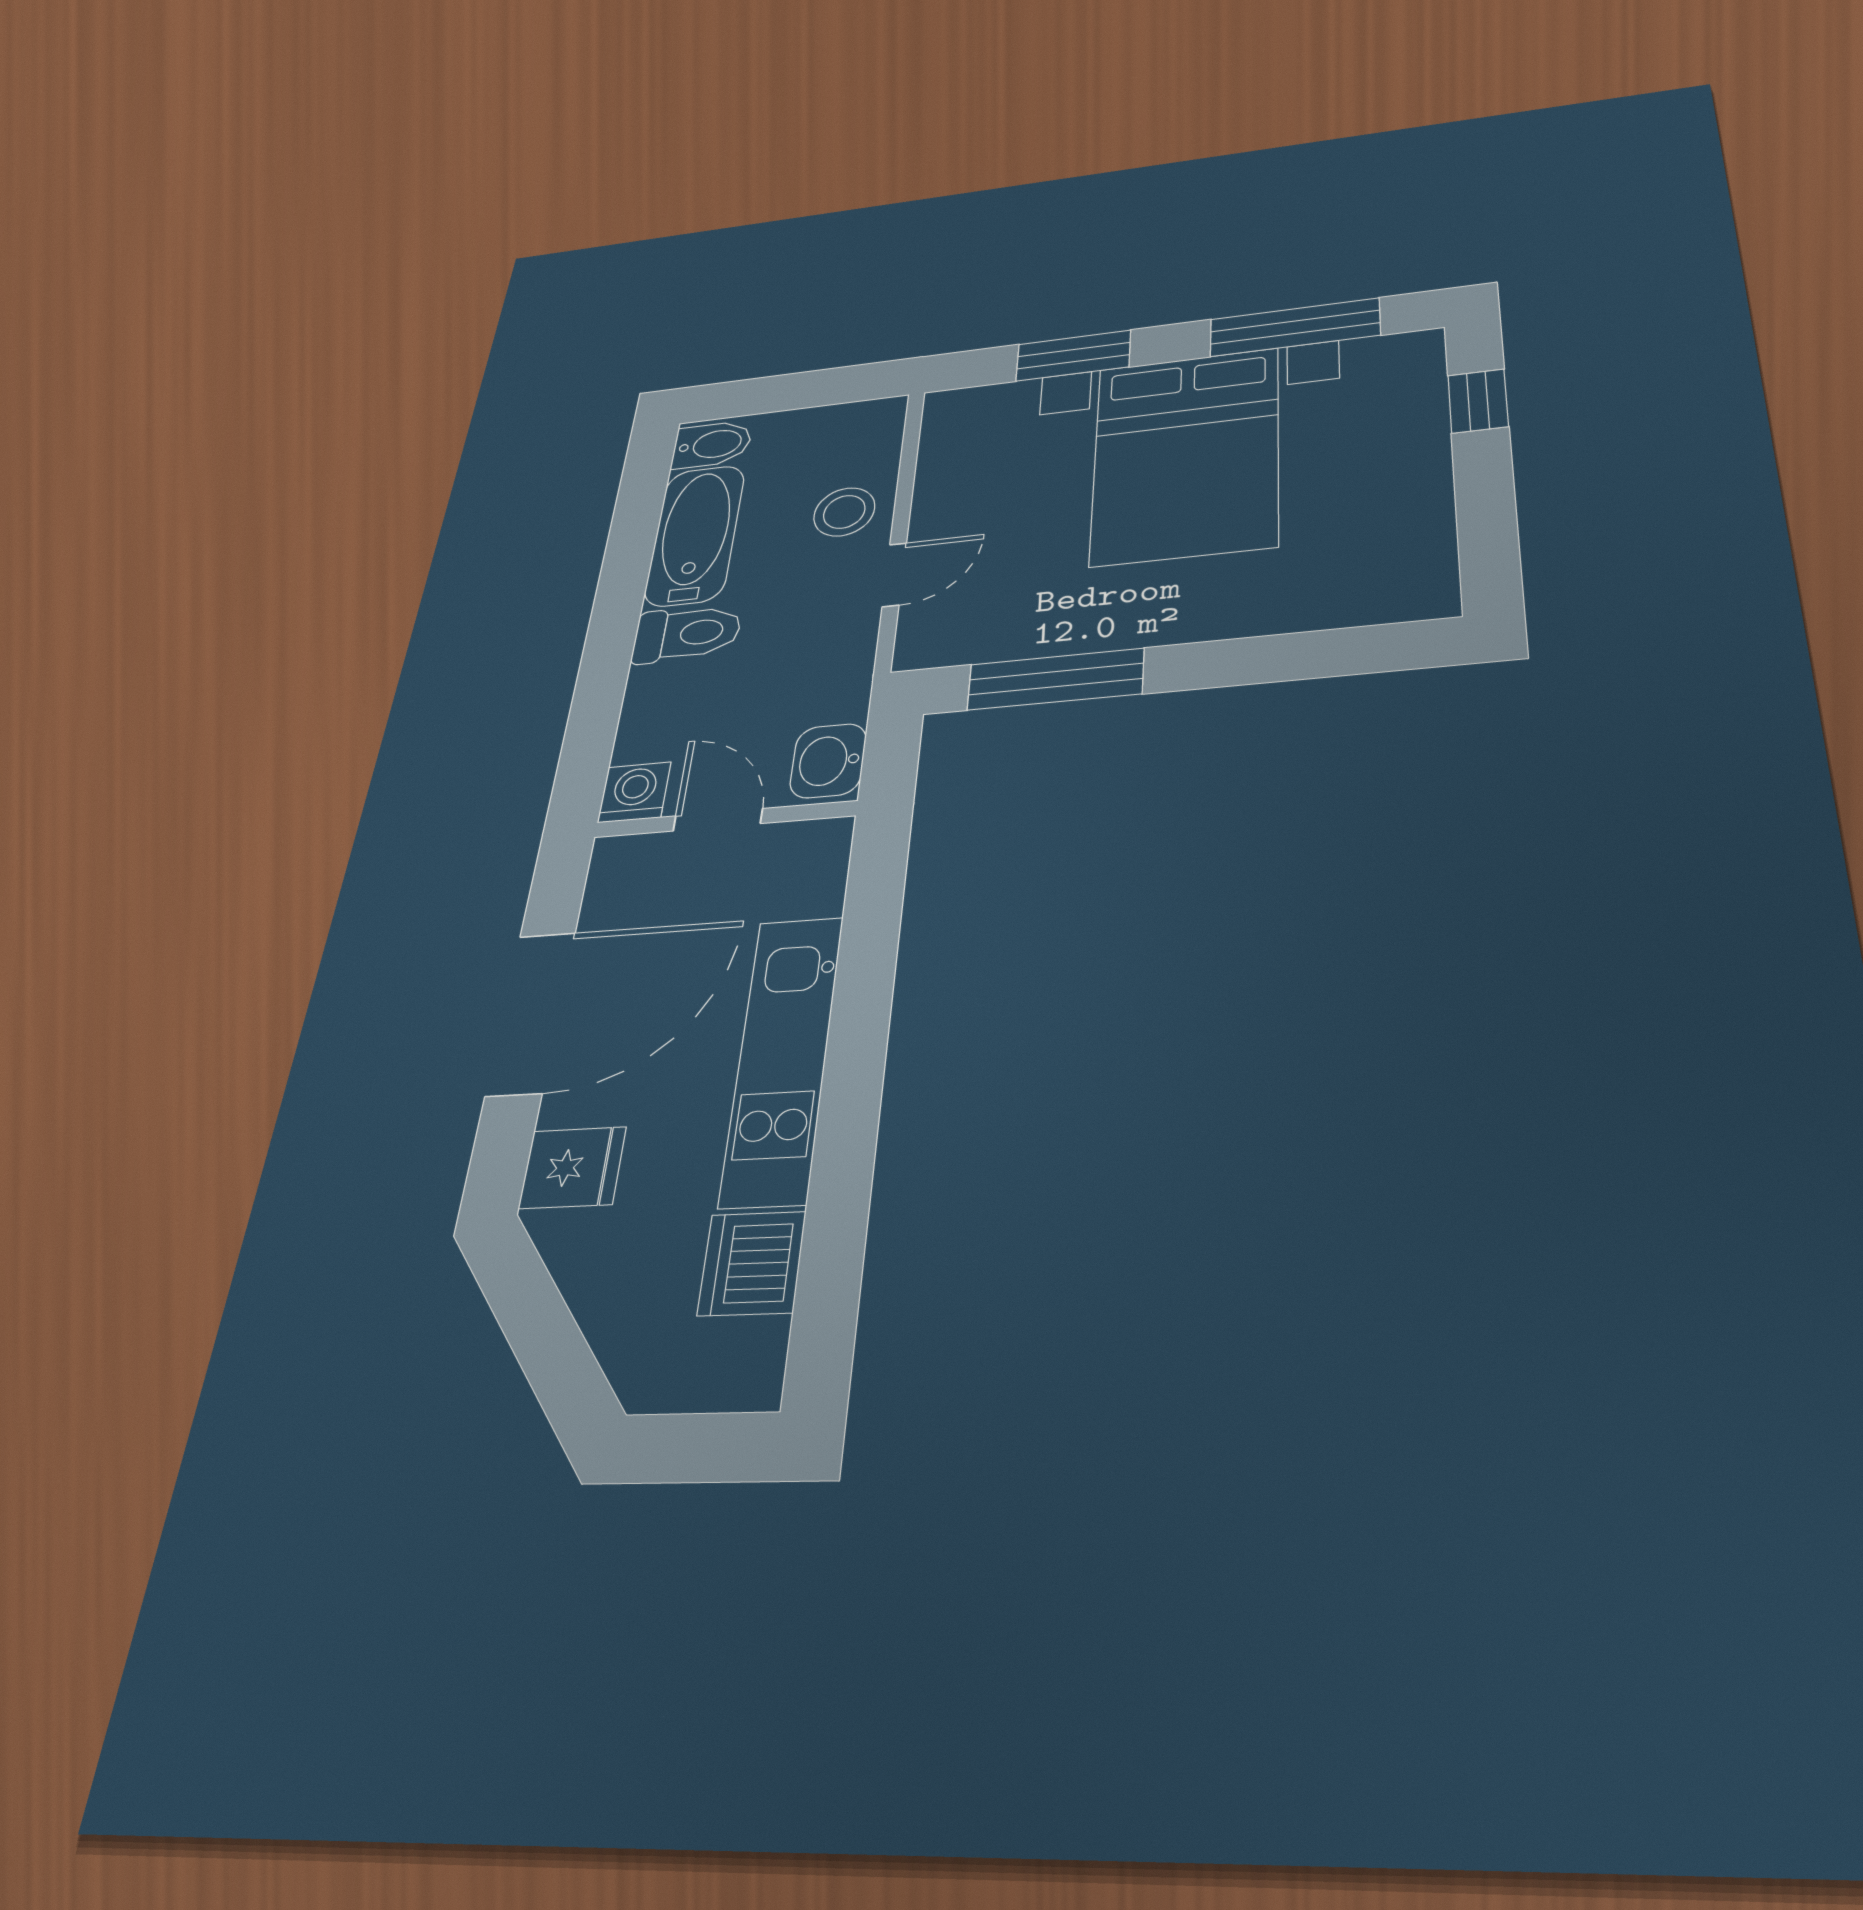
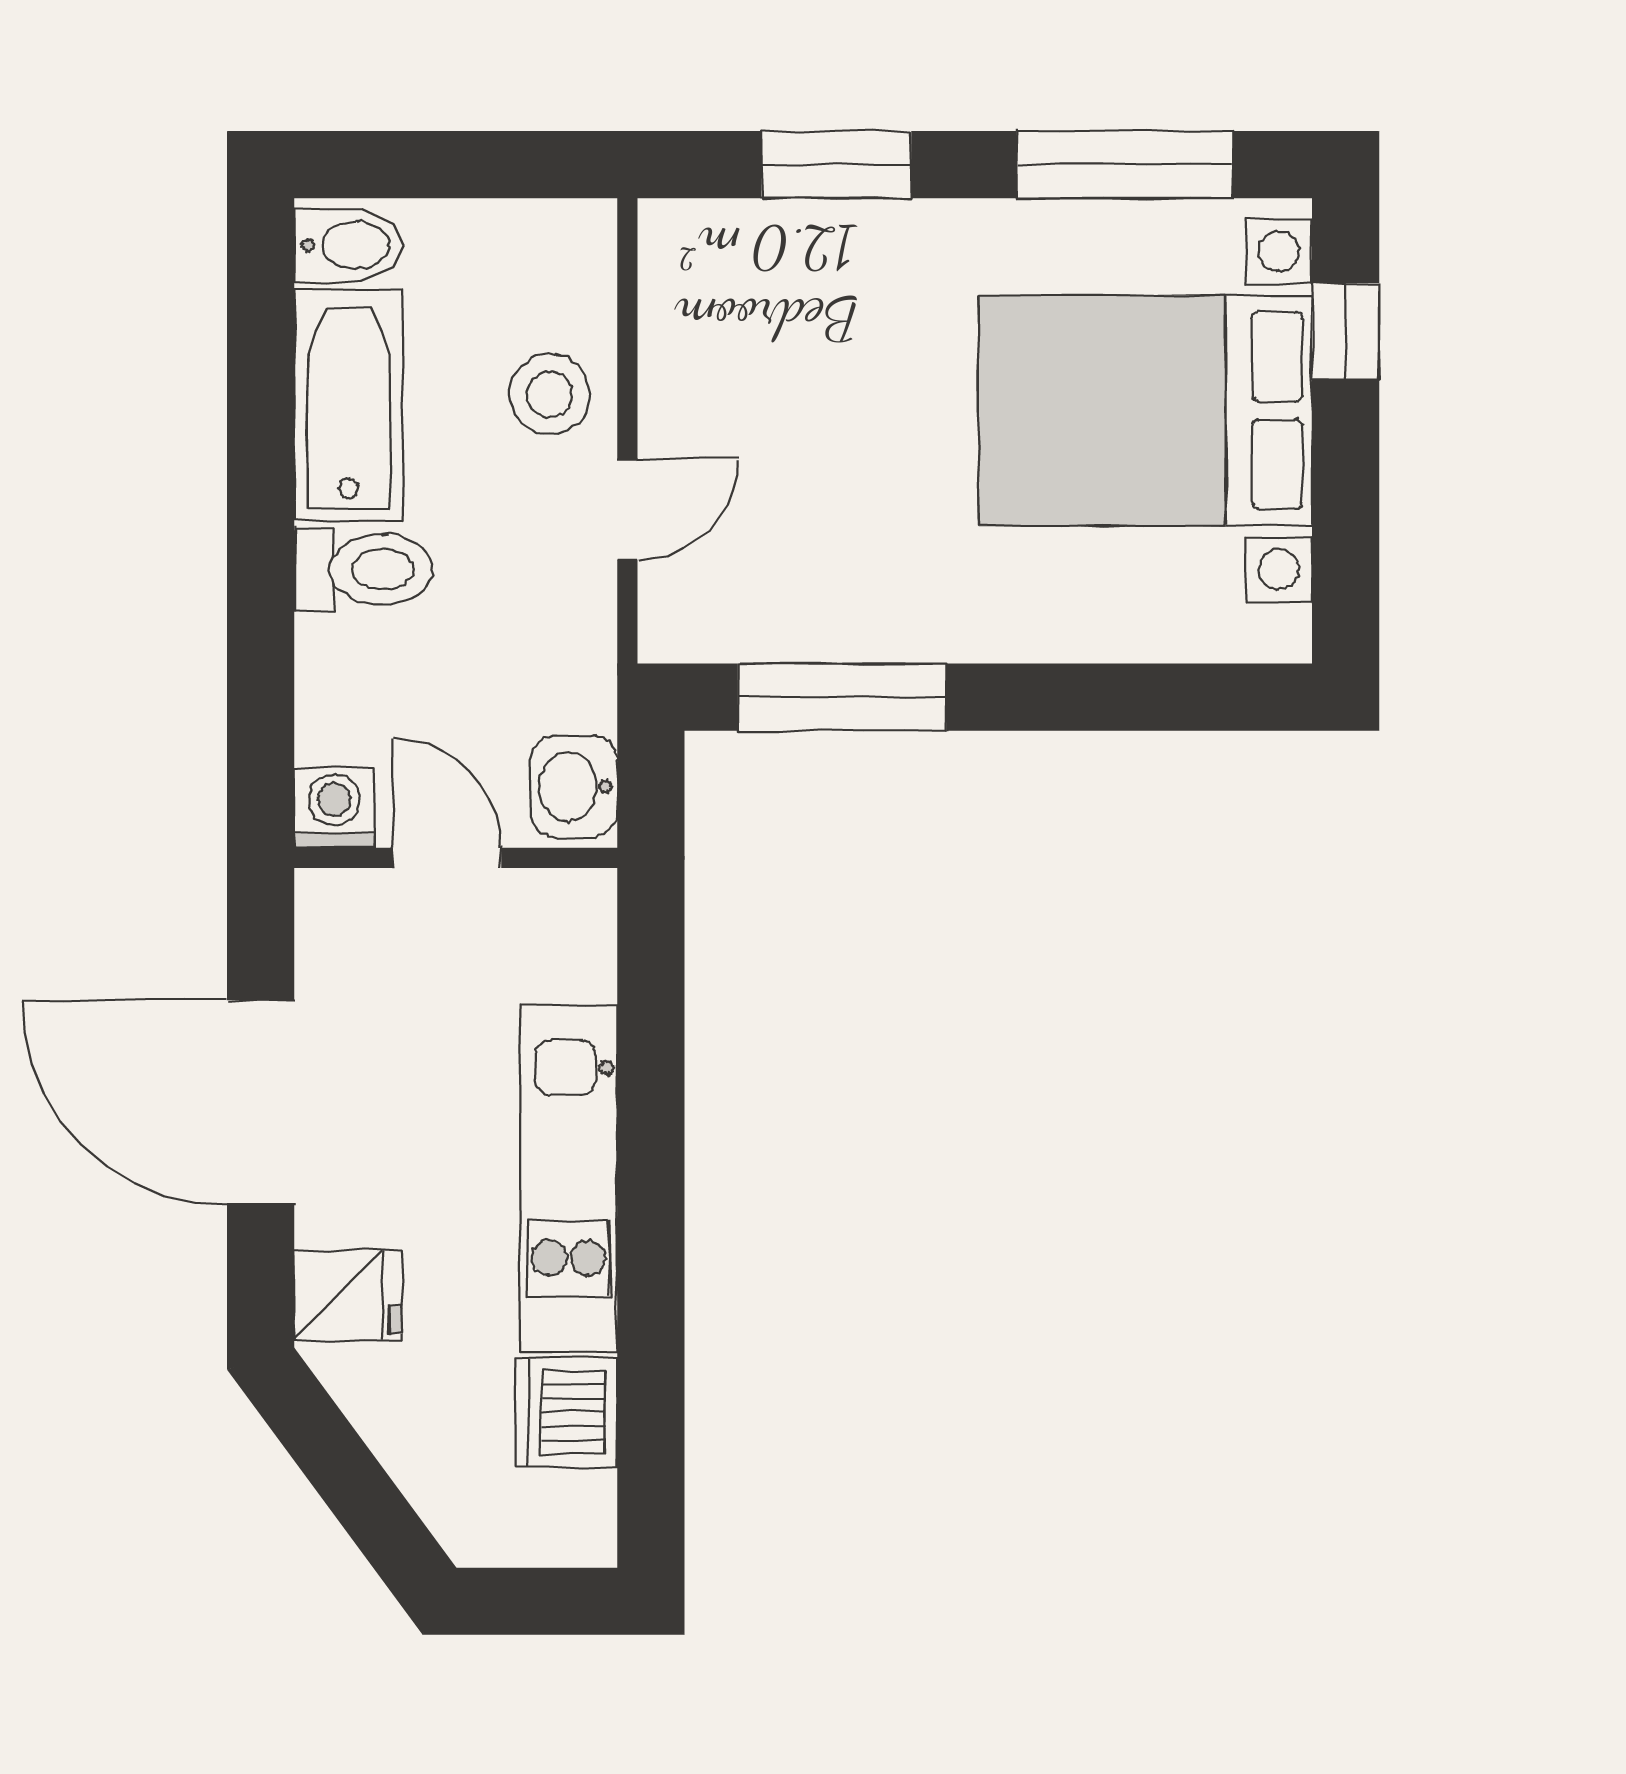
bed with nightstands: (1186, 455) -> (1146, 411), moved, turned 90
door: (531, 1013) -> (261, 1103), swing flipped

